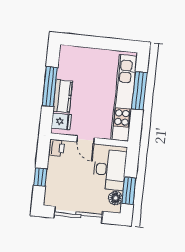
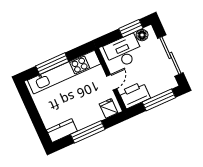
kitchen counter: (63, 96) -> (62, 131), moved
printer: (57, 148) -> (135, 95), width x1.87, depth x1.48
window: (40, 177) -> (159, 100), width x2.17

